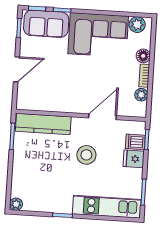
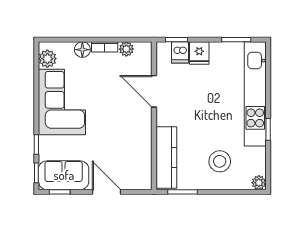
sofa: (46, 24) -> (64, 175), moved, turned -90
stool: (86, 155) -> (220, 161), moved
kitchen unit: (107, 207) -> (255, 94), width x1.36

